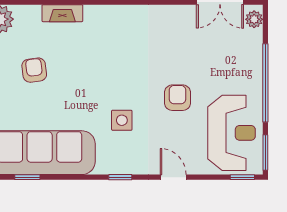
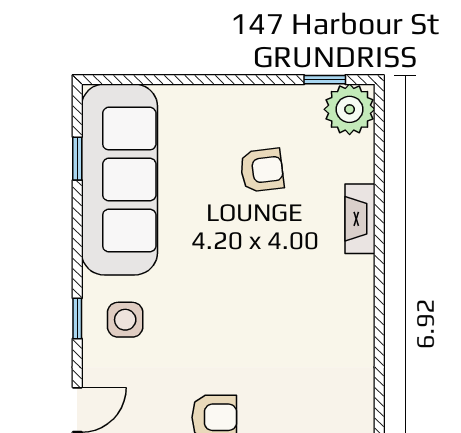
side table: (122, 120) -> (125, 320), moved

